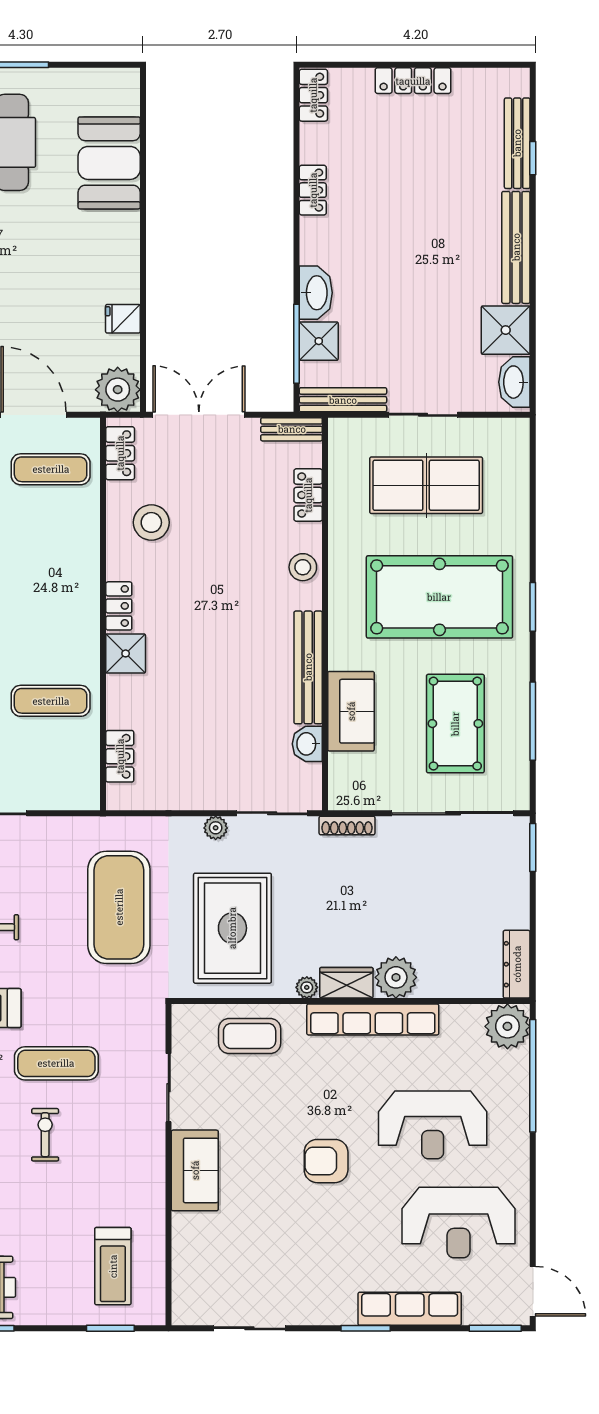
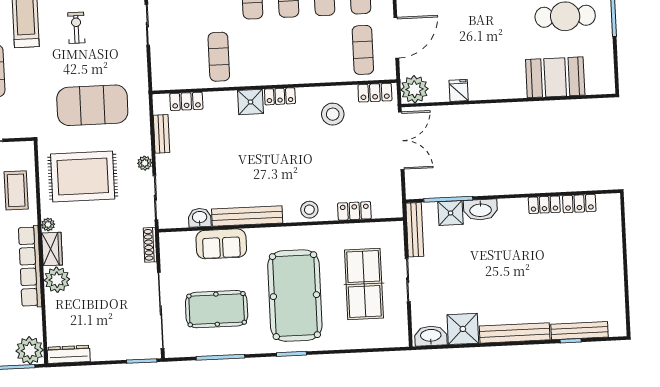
locker: (413, 81) -> (615, 264), removed
locker: (313, 95) -> (579, 204), moved
bench: (292, 429) -> (161, 134), moved

